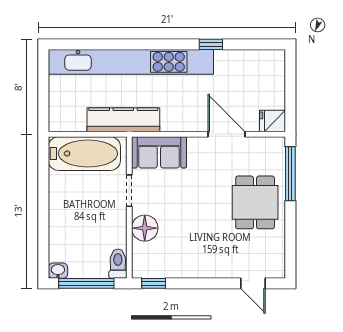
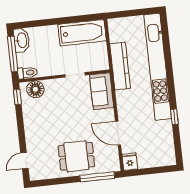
door: (227, 134) -> (118, 133), swing flipped
bathtub: (84, 154) -> (82, 33), moved, turned -90
floor lamp: (145, 228) -> (35, 89), moved
washbasin: (58, 271) -> (22, 40), width x1.91, depth x1.45

